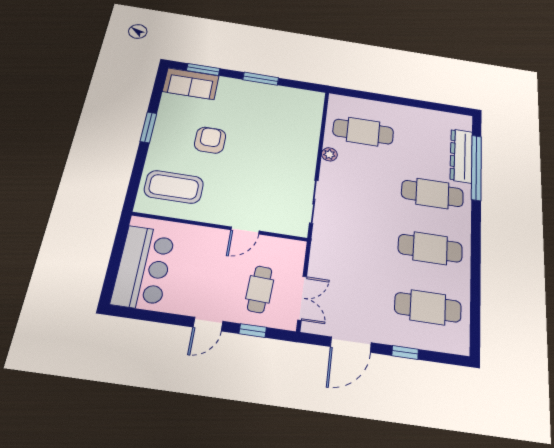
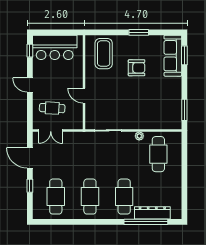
window: (261, 79) -> (184, 110), moved
sofa: (191, 84) -> (173, 56), width x1.36
window: (253, 331) -> (30, 51), moved

